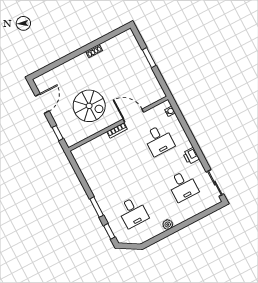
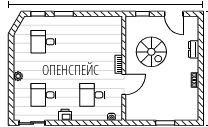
dresser: (66, 67) -> (194, 49), added
spiral stairs: (89, 106) -> (151, 52), turned -90
plant: (168, 225) -> (18, 76), moved

